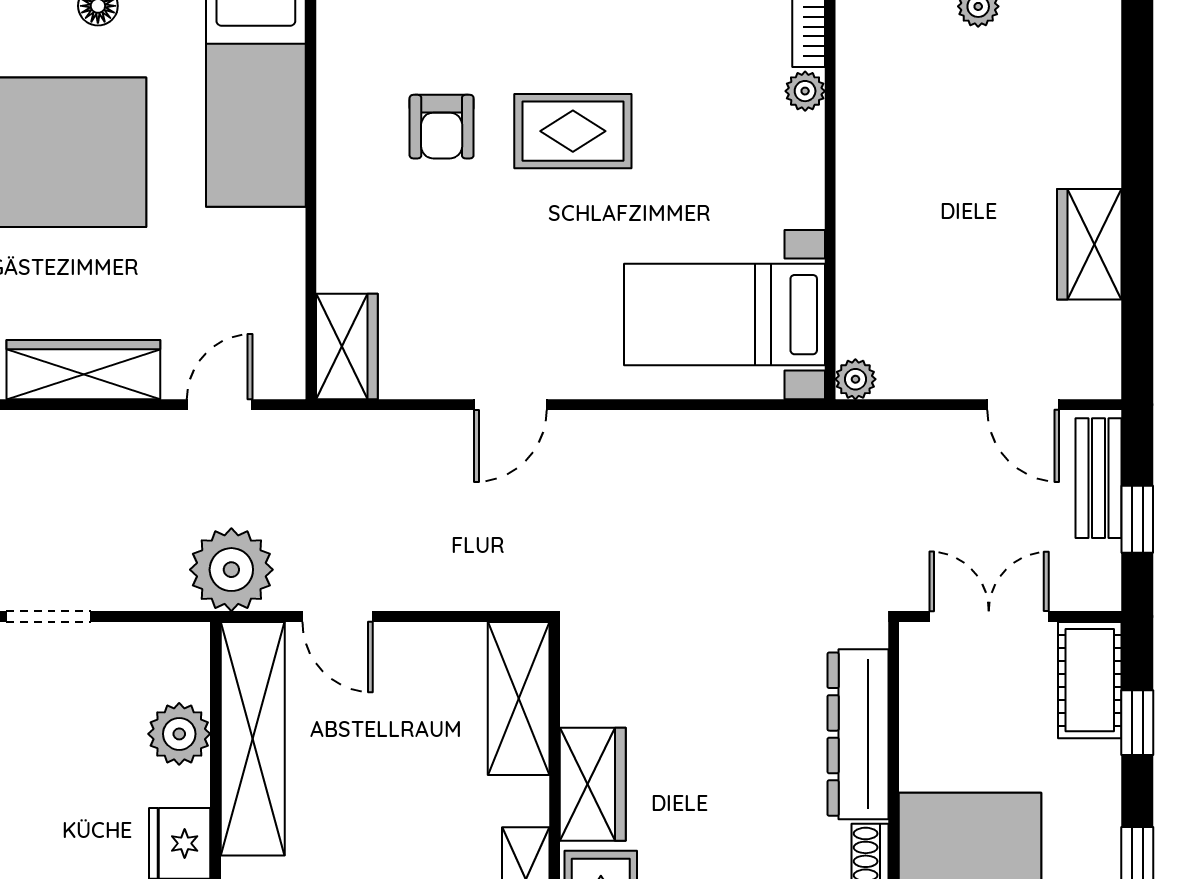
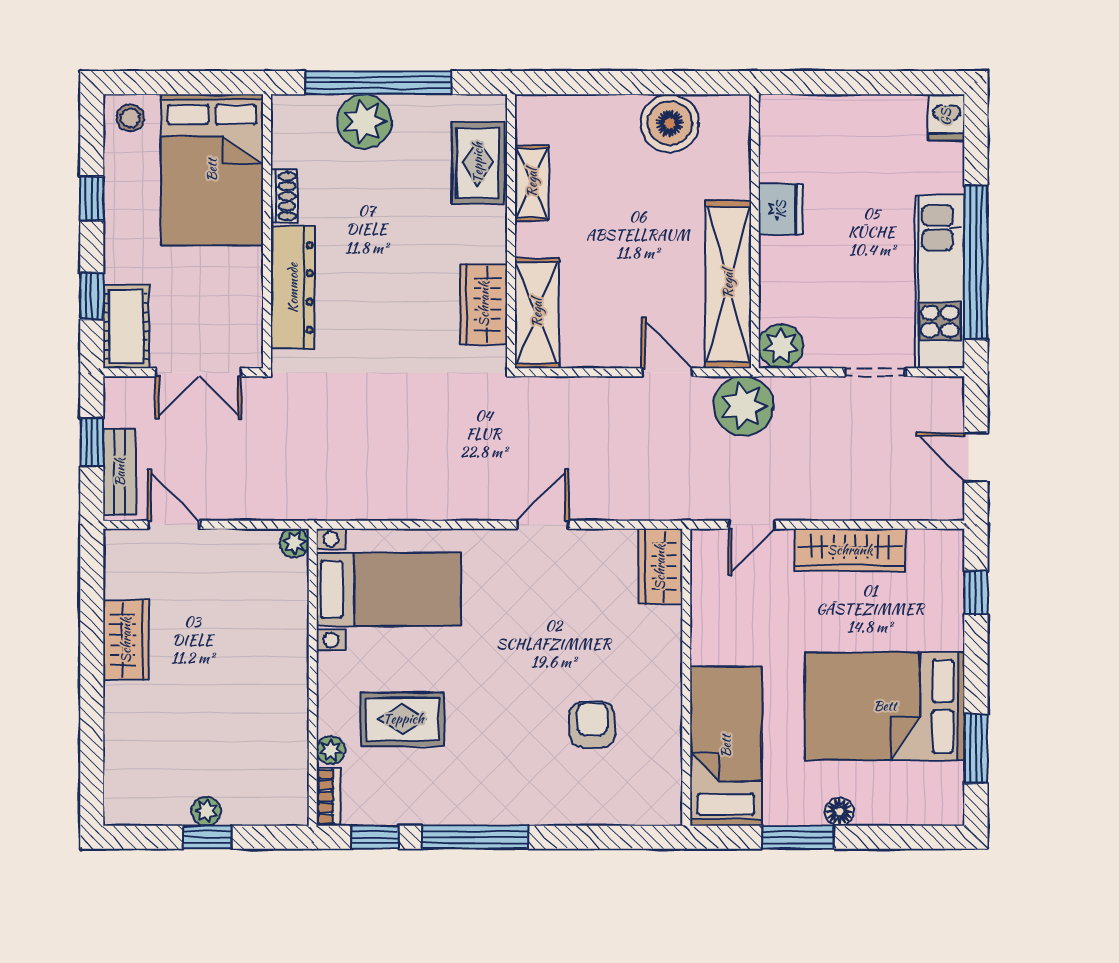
rug: (573, 131) -> (403, 719), moved
plant: (179, 734) -> (781, 346), moved
wardrobe: (593, 784) -> (484, 304), moved

